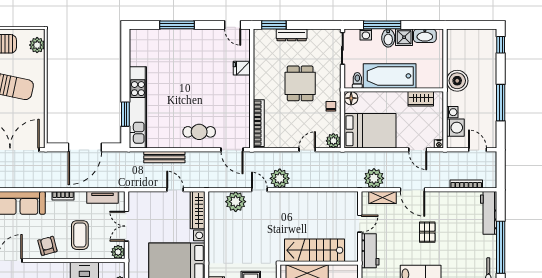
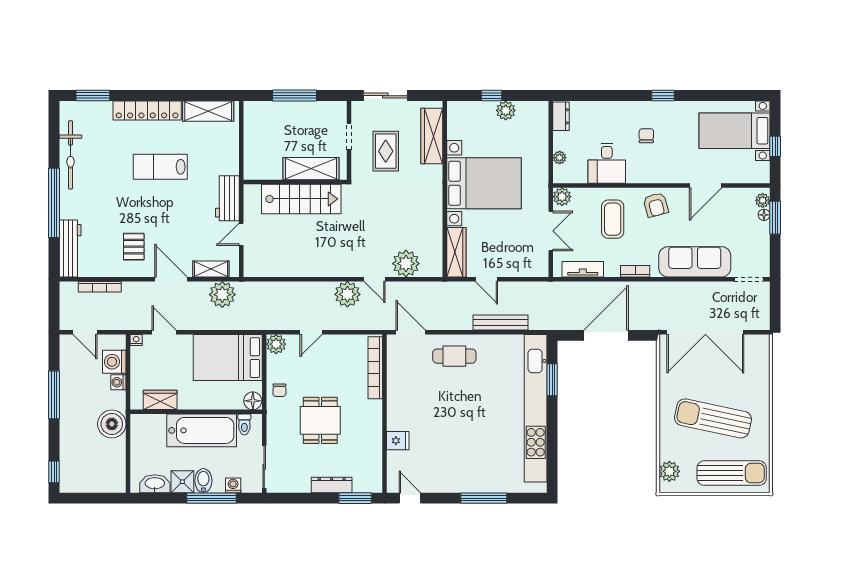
kitchen unit: (138, 107) -> (536, 408), width x1.36
pallet: (427, 232) -> (134, 247), moved

